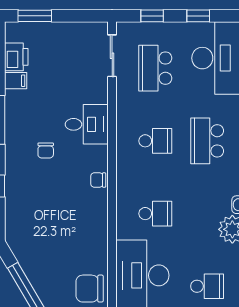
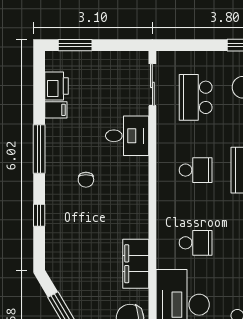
window: (152, 16) -> (192, 45), removed
desk: (87, 124) -> (127, 136), moved
chair: (98, 180) -> (139, 209), removed
filing cabinet: (95, 234) -> (136, 264), added

